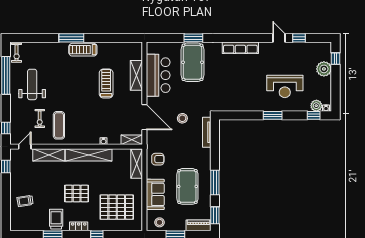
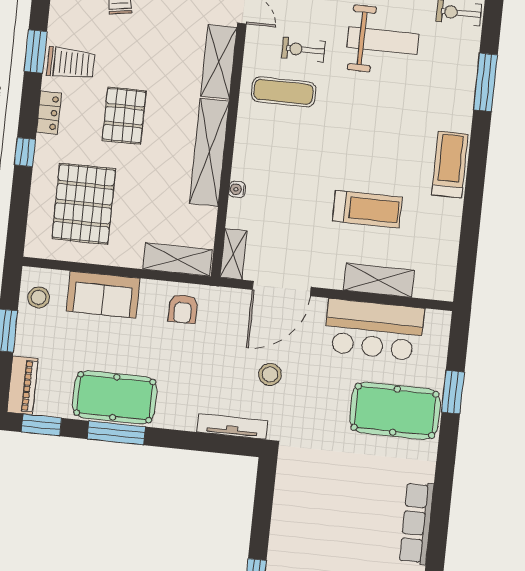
window: (71, 38) -> (485, 82), moved
window: (193, 38) -> (453, 392), moved
pool table: (187, 186) -> (115, 397), moved

